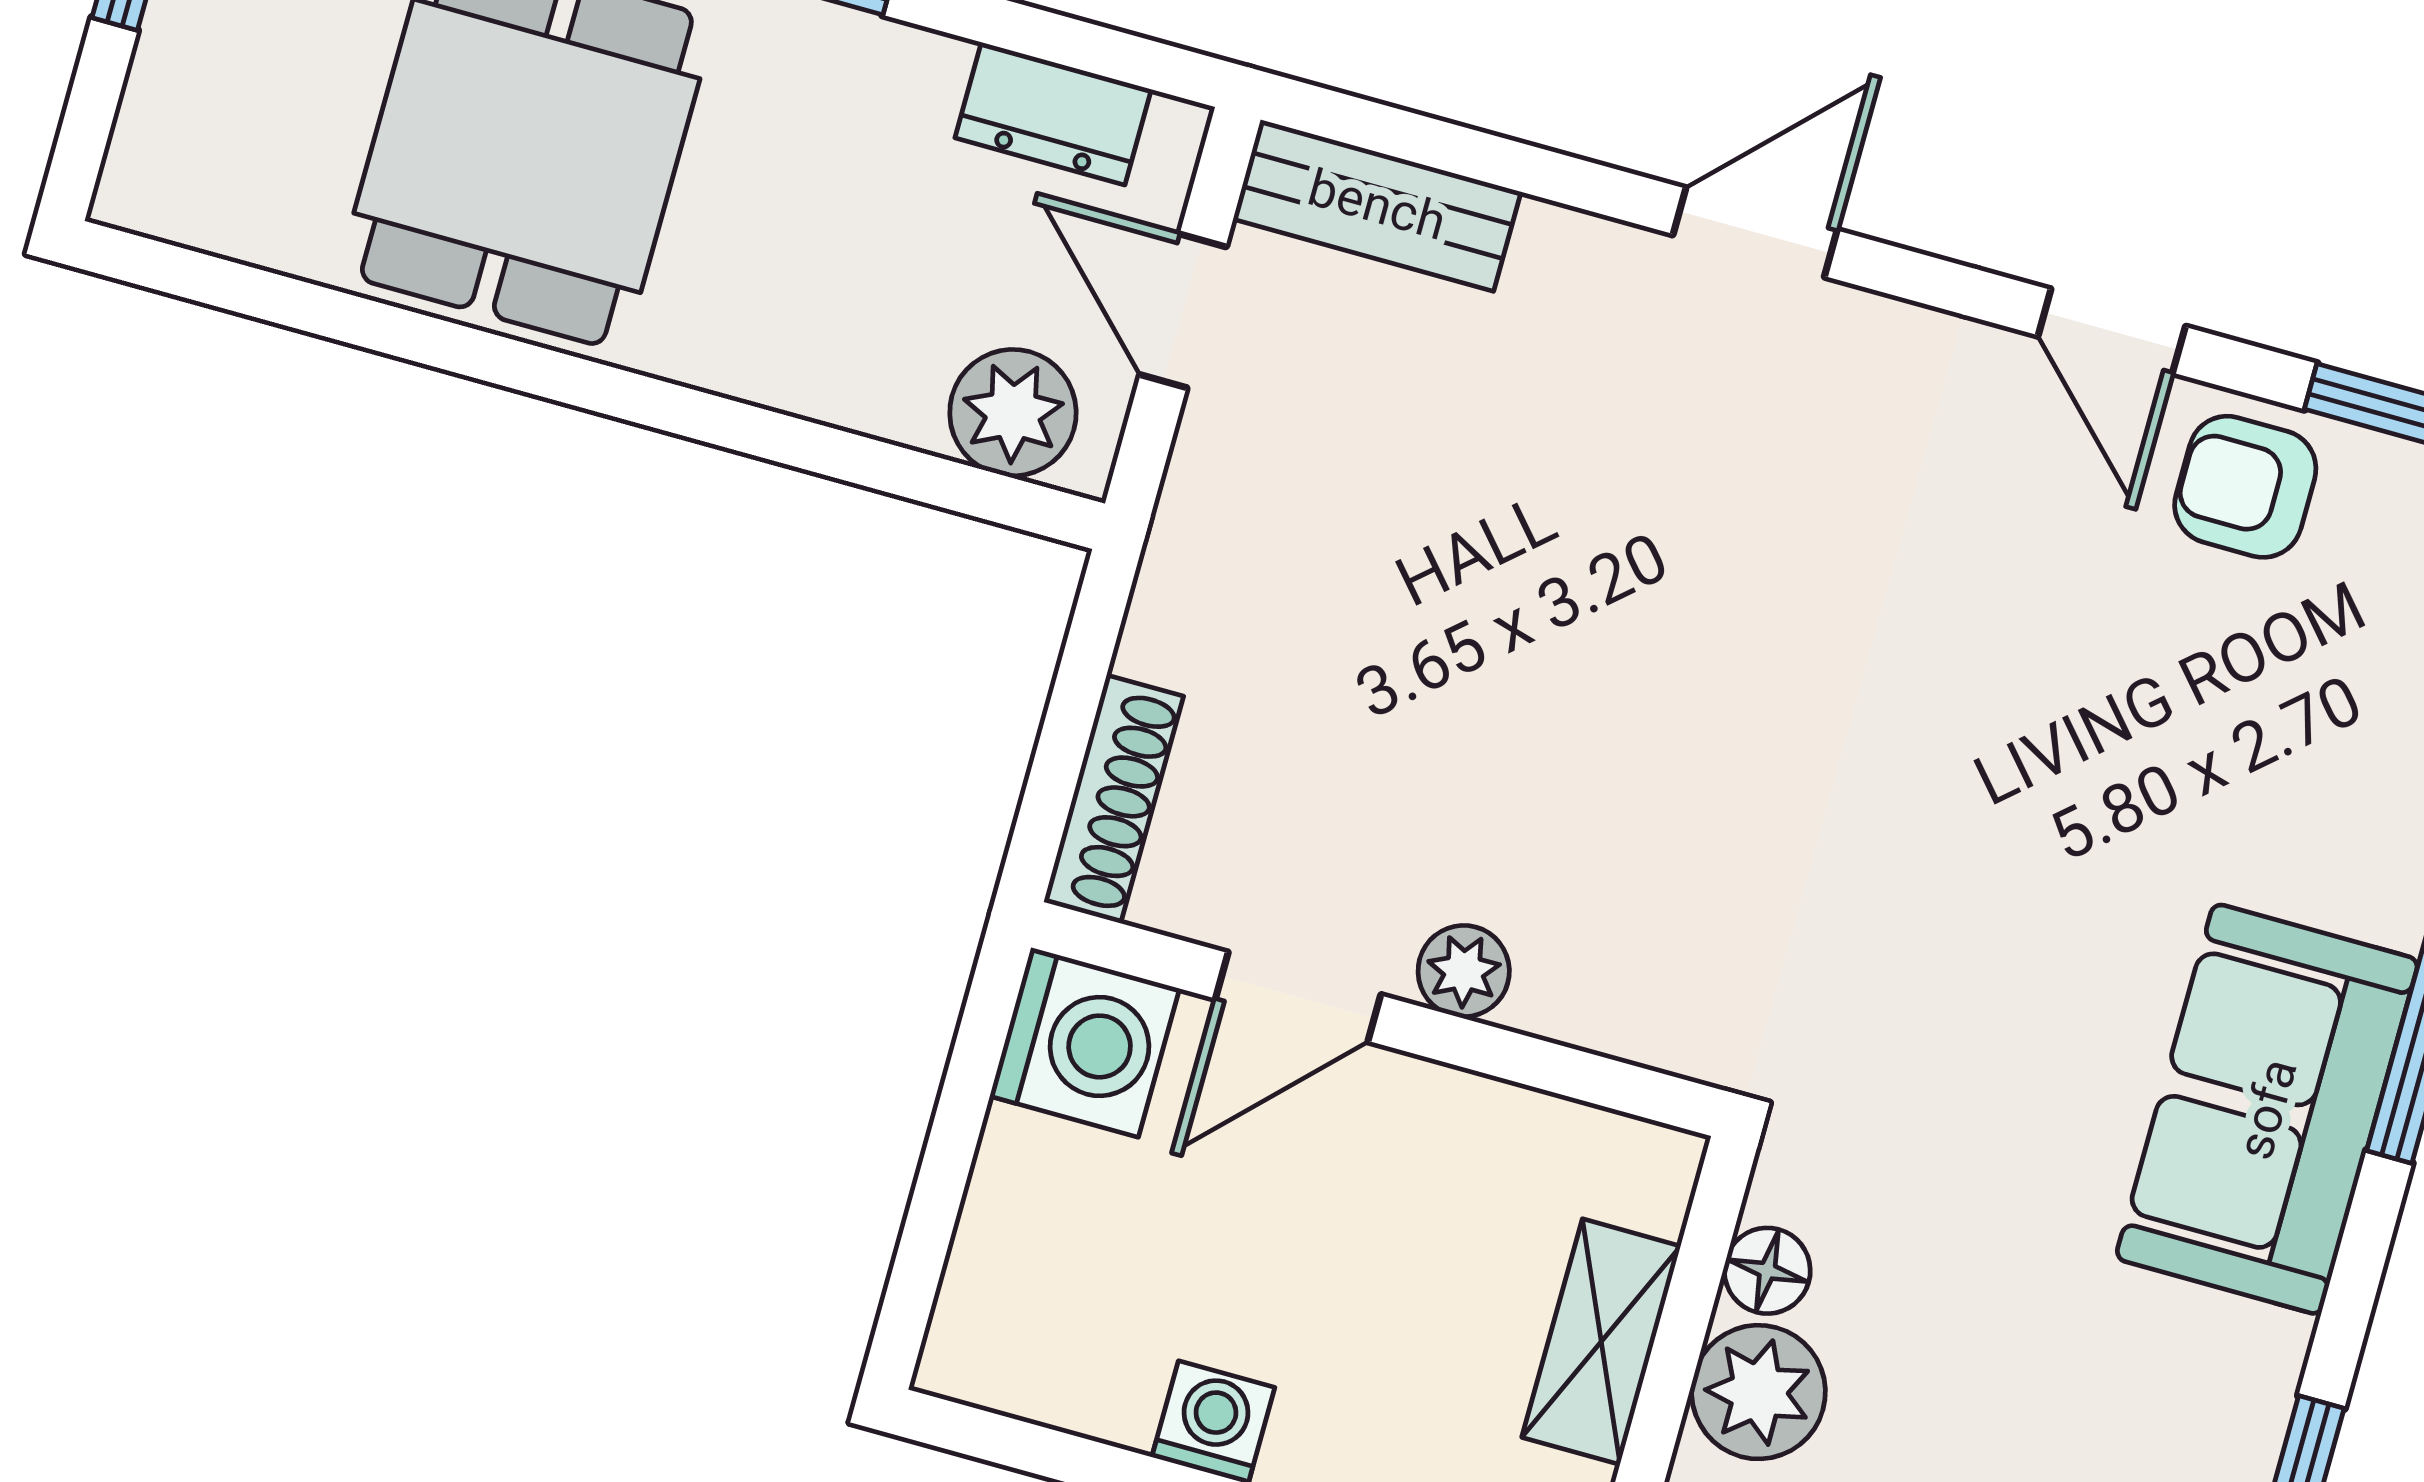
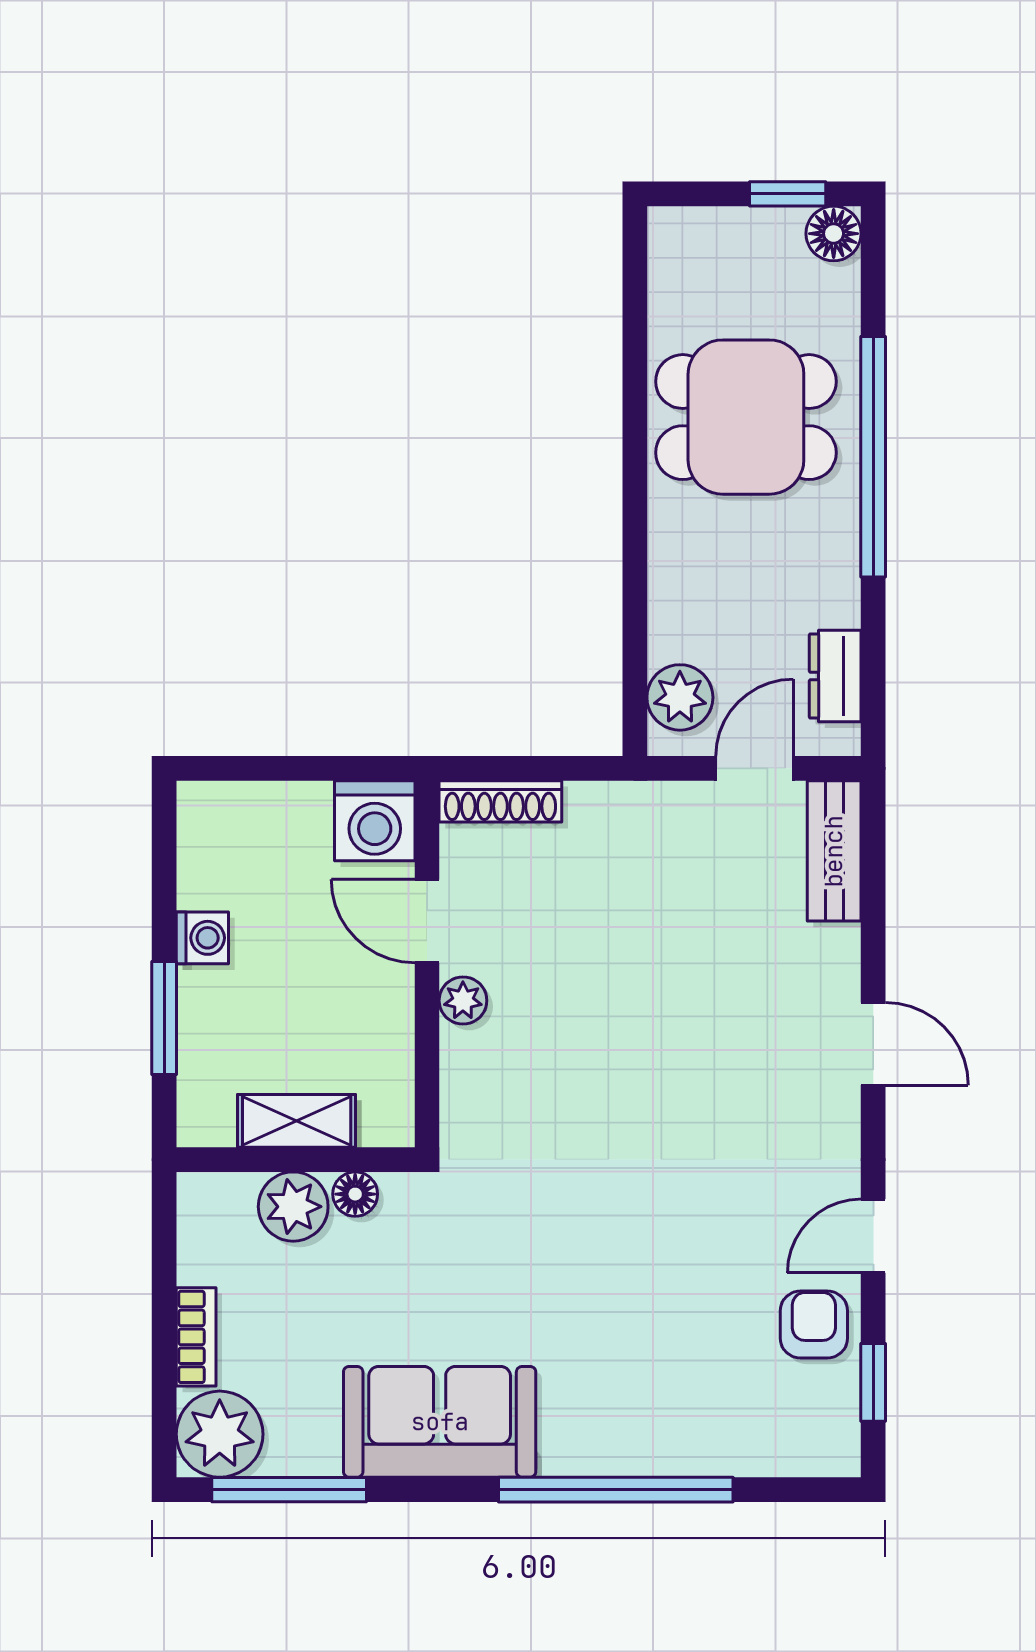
sofa: (2267, 1109) -> (440, 1422), moved

